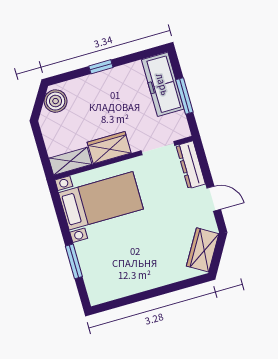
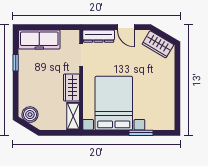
window: (101, 67) -> (16, 63), moved
window: (184, 96) -> (51, 27), removed
door: (214, 199) -> (126, 27), swing flipped
bed with nightstands: (101, 201) -> (114, 103), width x1.36

